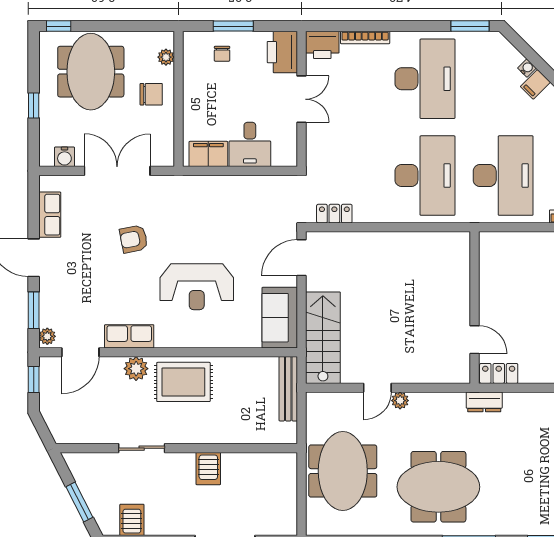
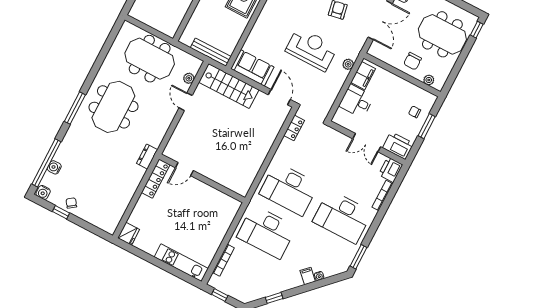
plant: (204, 184) -> (348, 64), added
reception desk: (197, 287) -> (311, 49), moved, turned 90
locker: (499, 373) -> (156, 179), width x1.53
plant: (400, 401) -> (189, 78), moved

